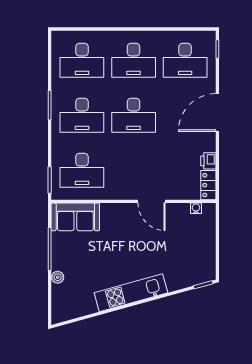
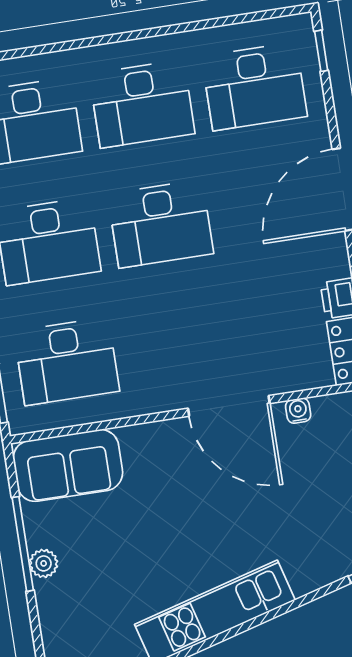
door: (151, 201) -> (229, 406), width x1.36
water cooler: (196, 208) -> (298, 411), moved
plant: (58, 277) -> (44, 563), moved

